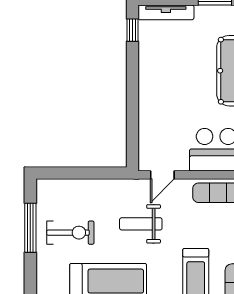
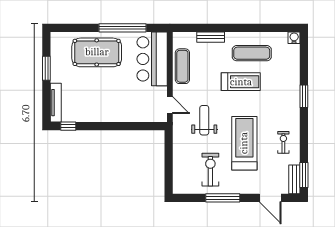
weight bench: (141, 224) -> (204, 120), turned 180
window: (30, 228) -> (223, 198), moved

